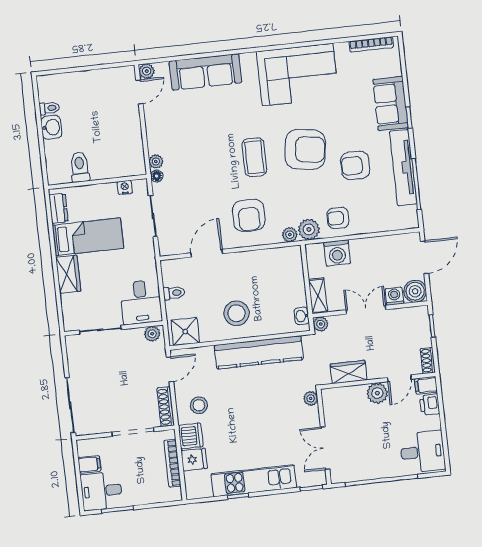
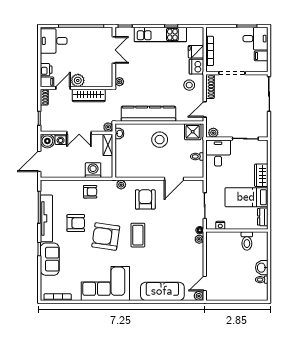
plant: (309, 229) -> (109, 187), removed
wardrobe: (349, 372) -> (89, 96), width x1.50

